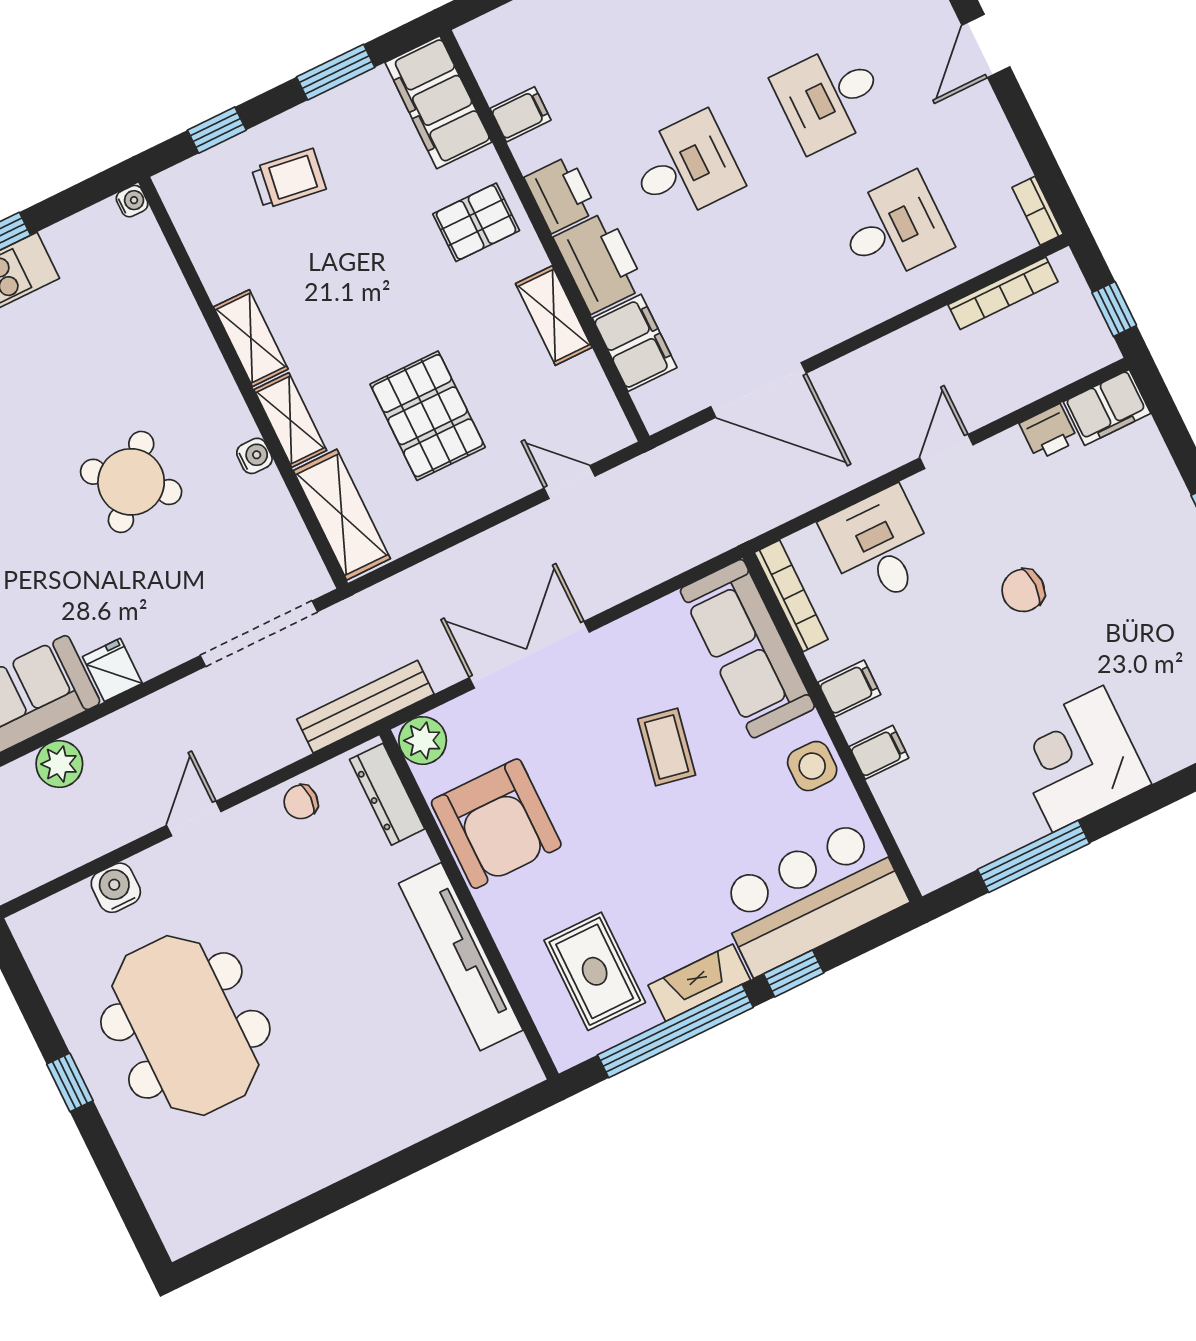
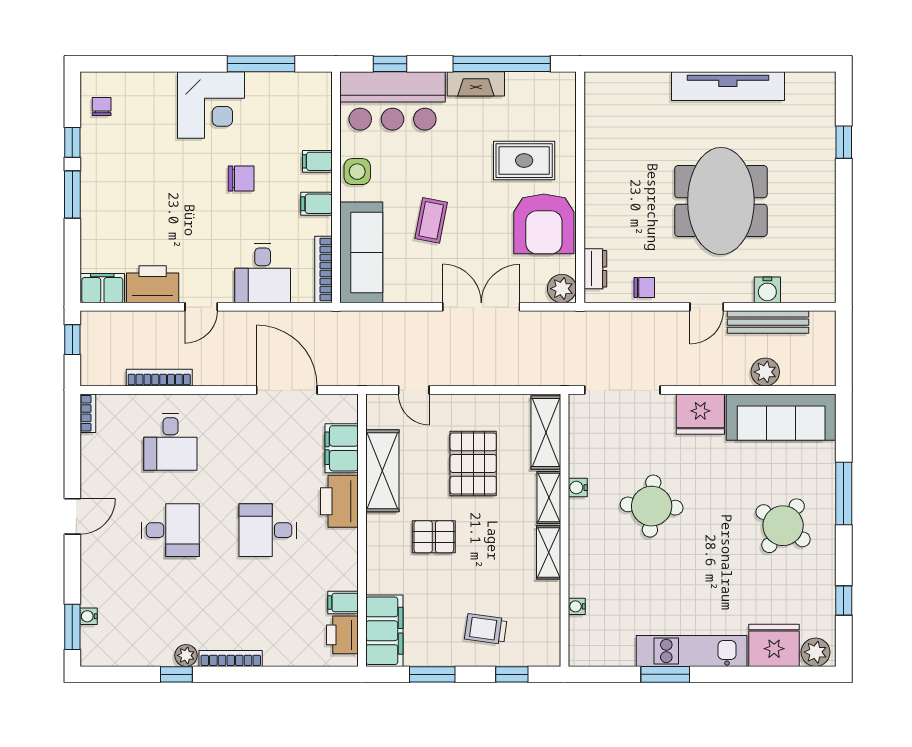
printer: (561, 194) -> (342, 635), moved
water cooler: (132, 201) -> (577, 606), moved
pallet: (476, 222) -> (434, 537), moved
desk: (894, 228) -> (170, 442), turned -90
bookcase: (1003, 293) -> (159, 378), moved
shelving: (554, 316) -> (382, 471), width x1.50, depth x1.33
printer: (1049, 432) -> (153, 284), width x1.87, depth x1.48
round table: (131, 482) -> (652, 506), turned -37
chair: (1023, 590) -> (241, 179), moved
double door: (529, 655) -> (481, 307), swing flipped
fridge: (112, 670) -> (700, 414), width x1.88, depth x1.34
bench: (365, 707) -> (768, 322), moved
dresser: (387, 794) -> (595, 269), width x0.70
armchair: (496, 824) -> (544, 224), turned 180
tv unit: (461, 957) -> (728, 86), moved, turned 90
rug: (595, 971) -> (524, 161), moved, turned 90
window: (794, 973) -> (390, 64), moved
meeting table: (185, 1025) -> (721, 201), moved
window: (70, 1082) -> (844, 142), moved

